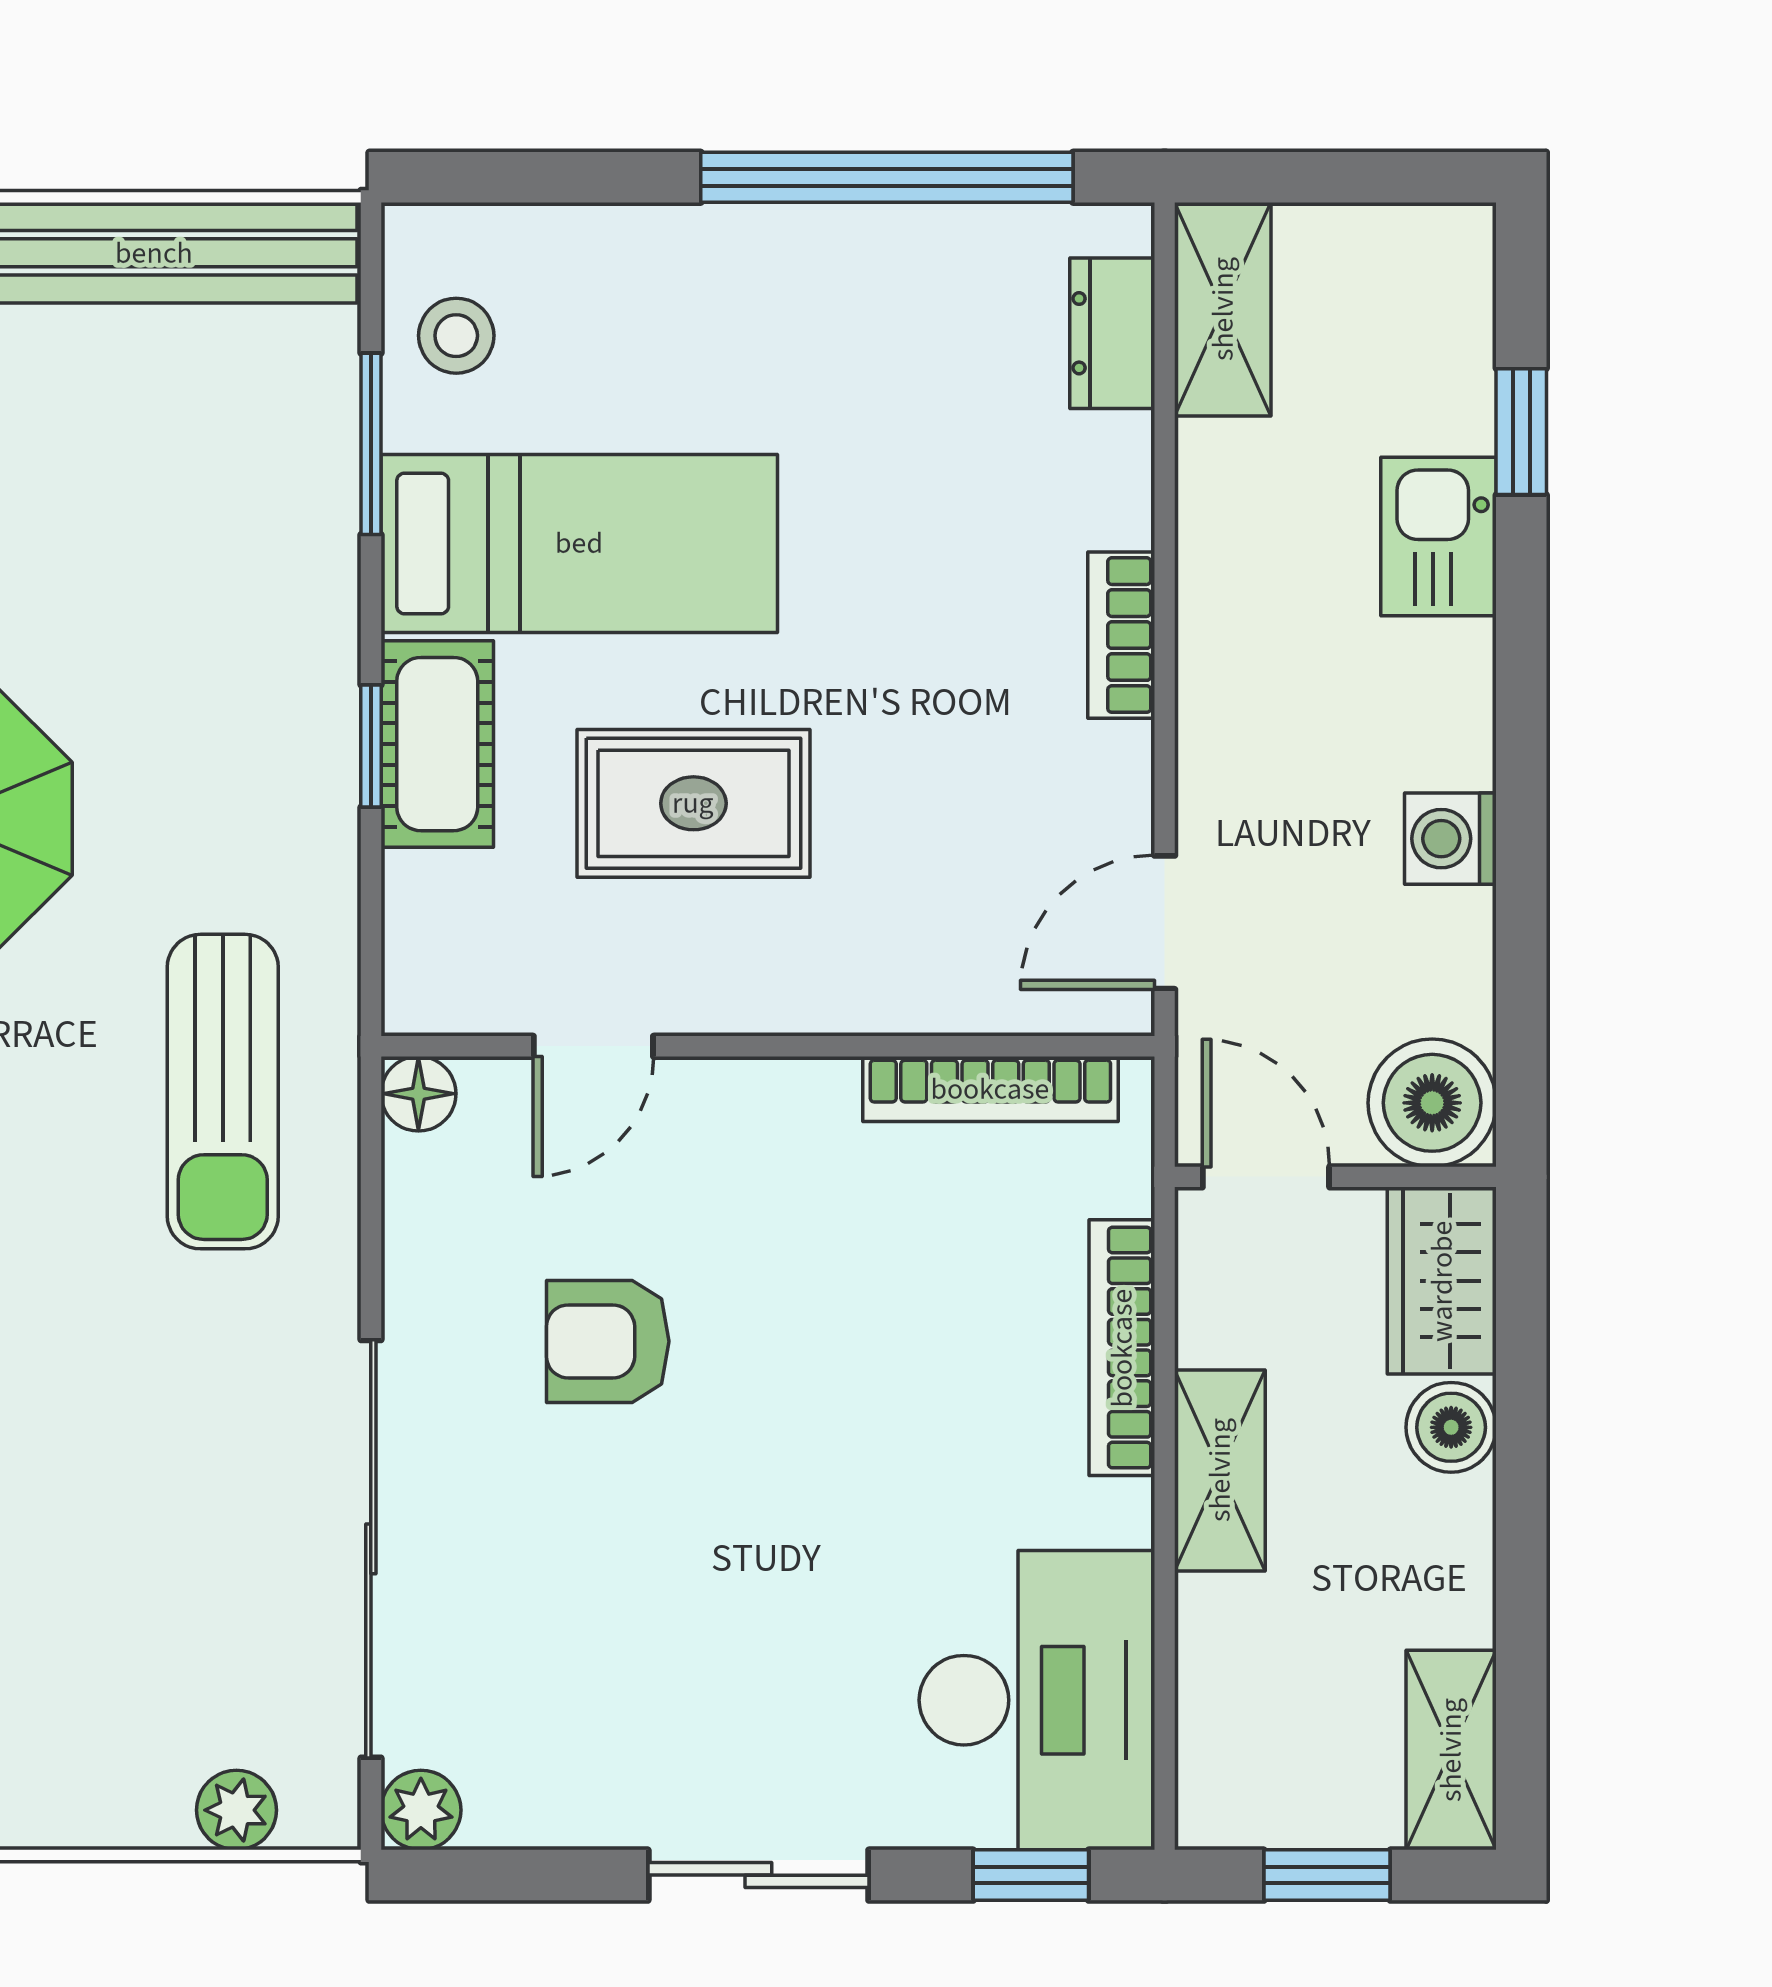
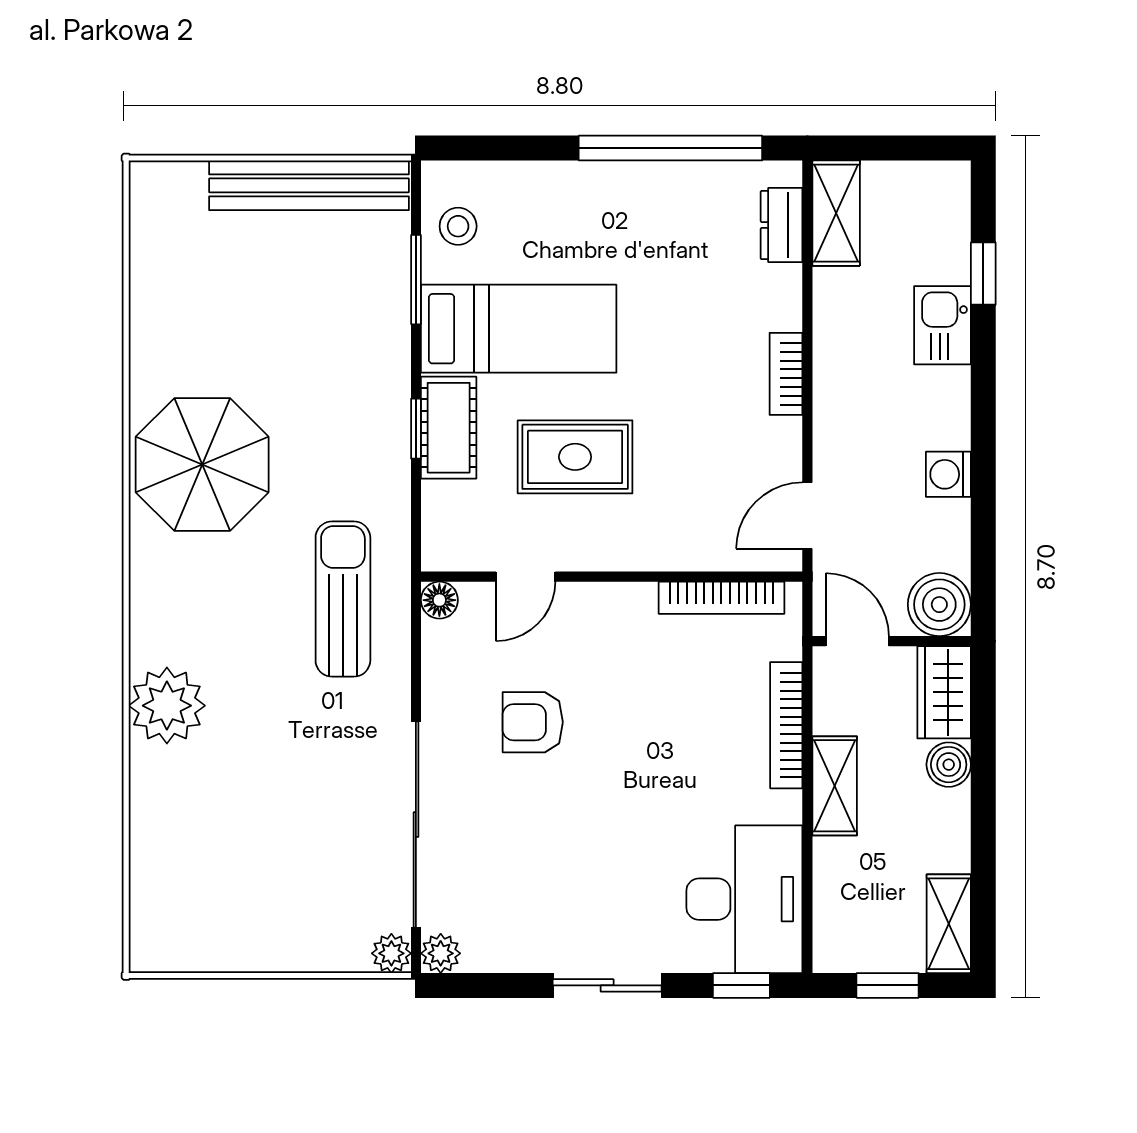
sun lounger: (223, 1092) -> (343, 599), turned 180
plant: (236, 1810) -> (391, 953), moved

